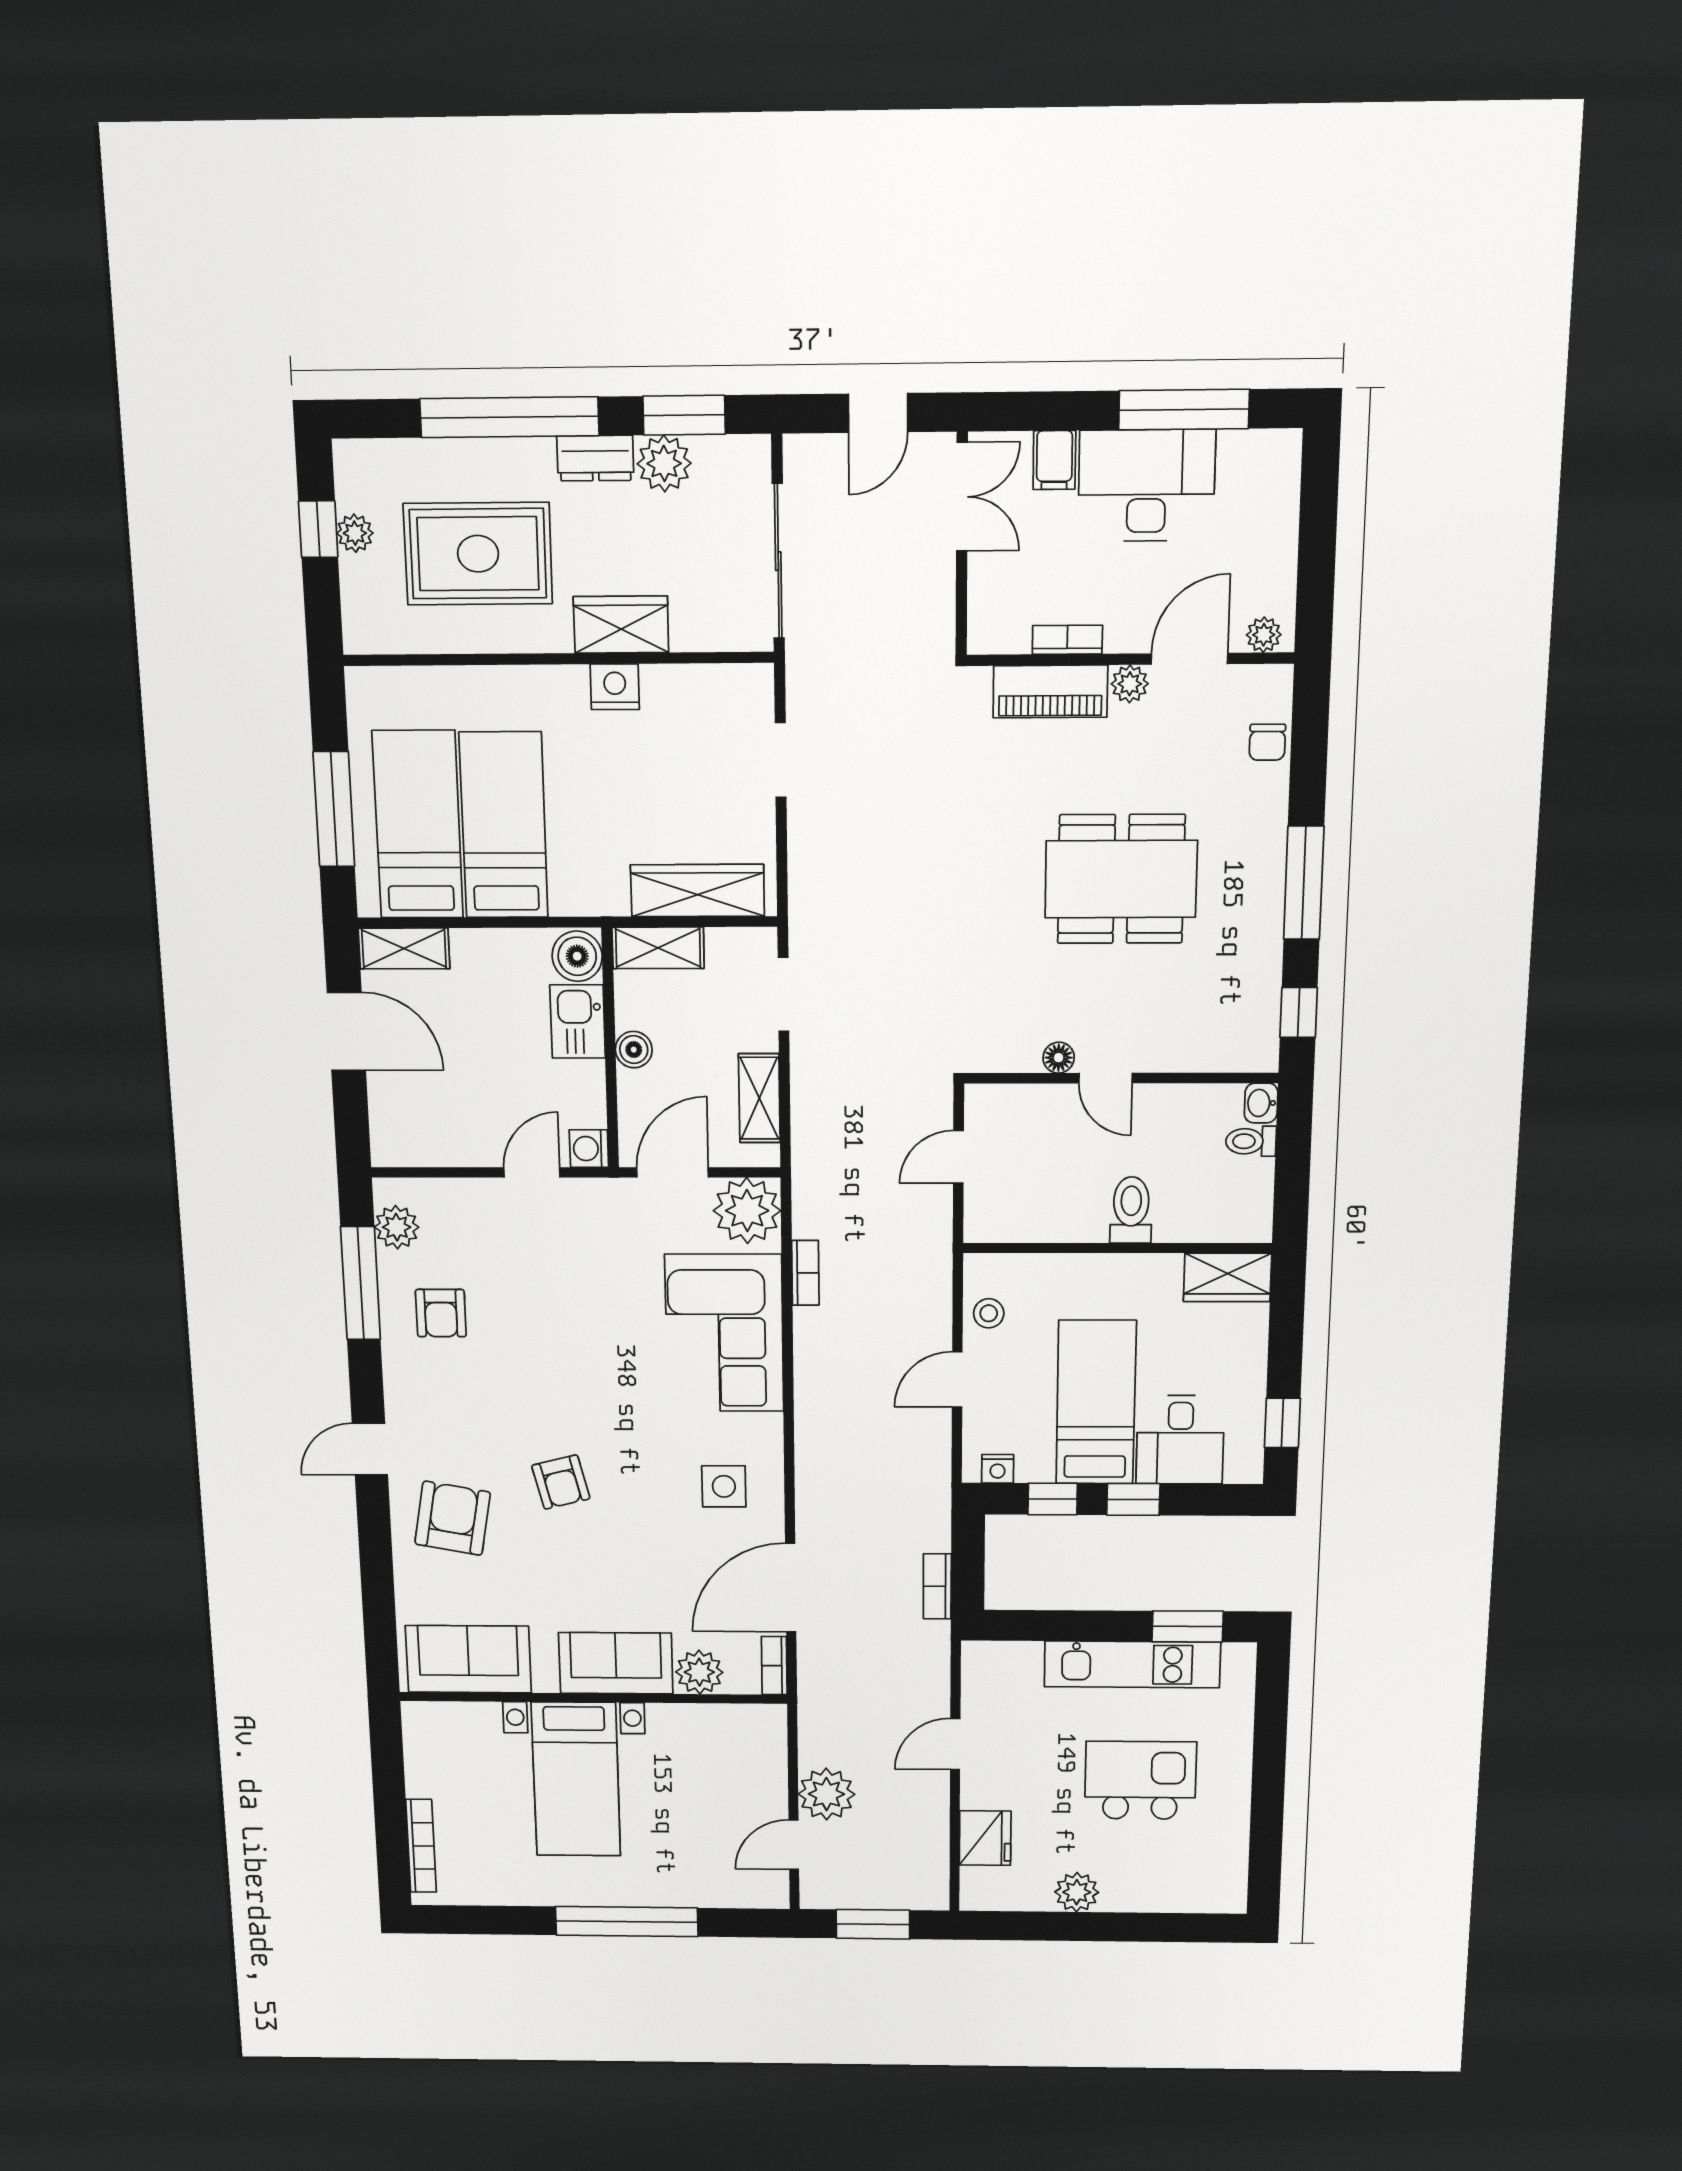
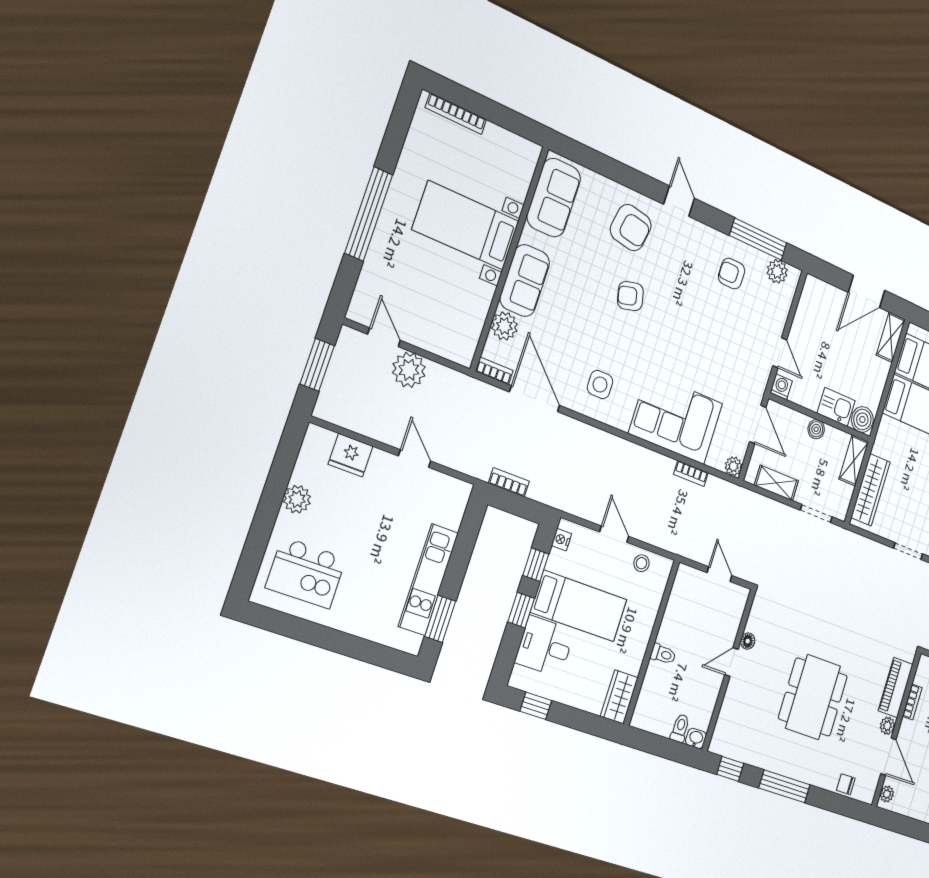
toilet: (1131, 1210) -> (663, 654), width x0.73, depth x0.72
plant: (747, 1211) -> (733, 466), width x0.53, depth x0.53
kitchen island: (1140, 1780) -> (306, 573), moved, turned 90

